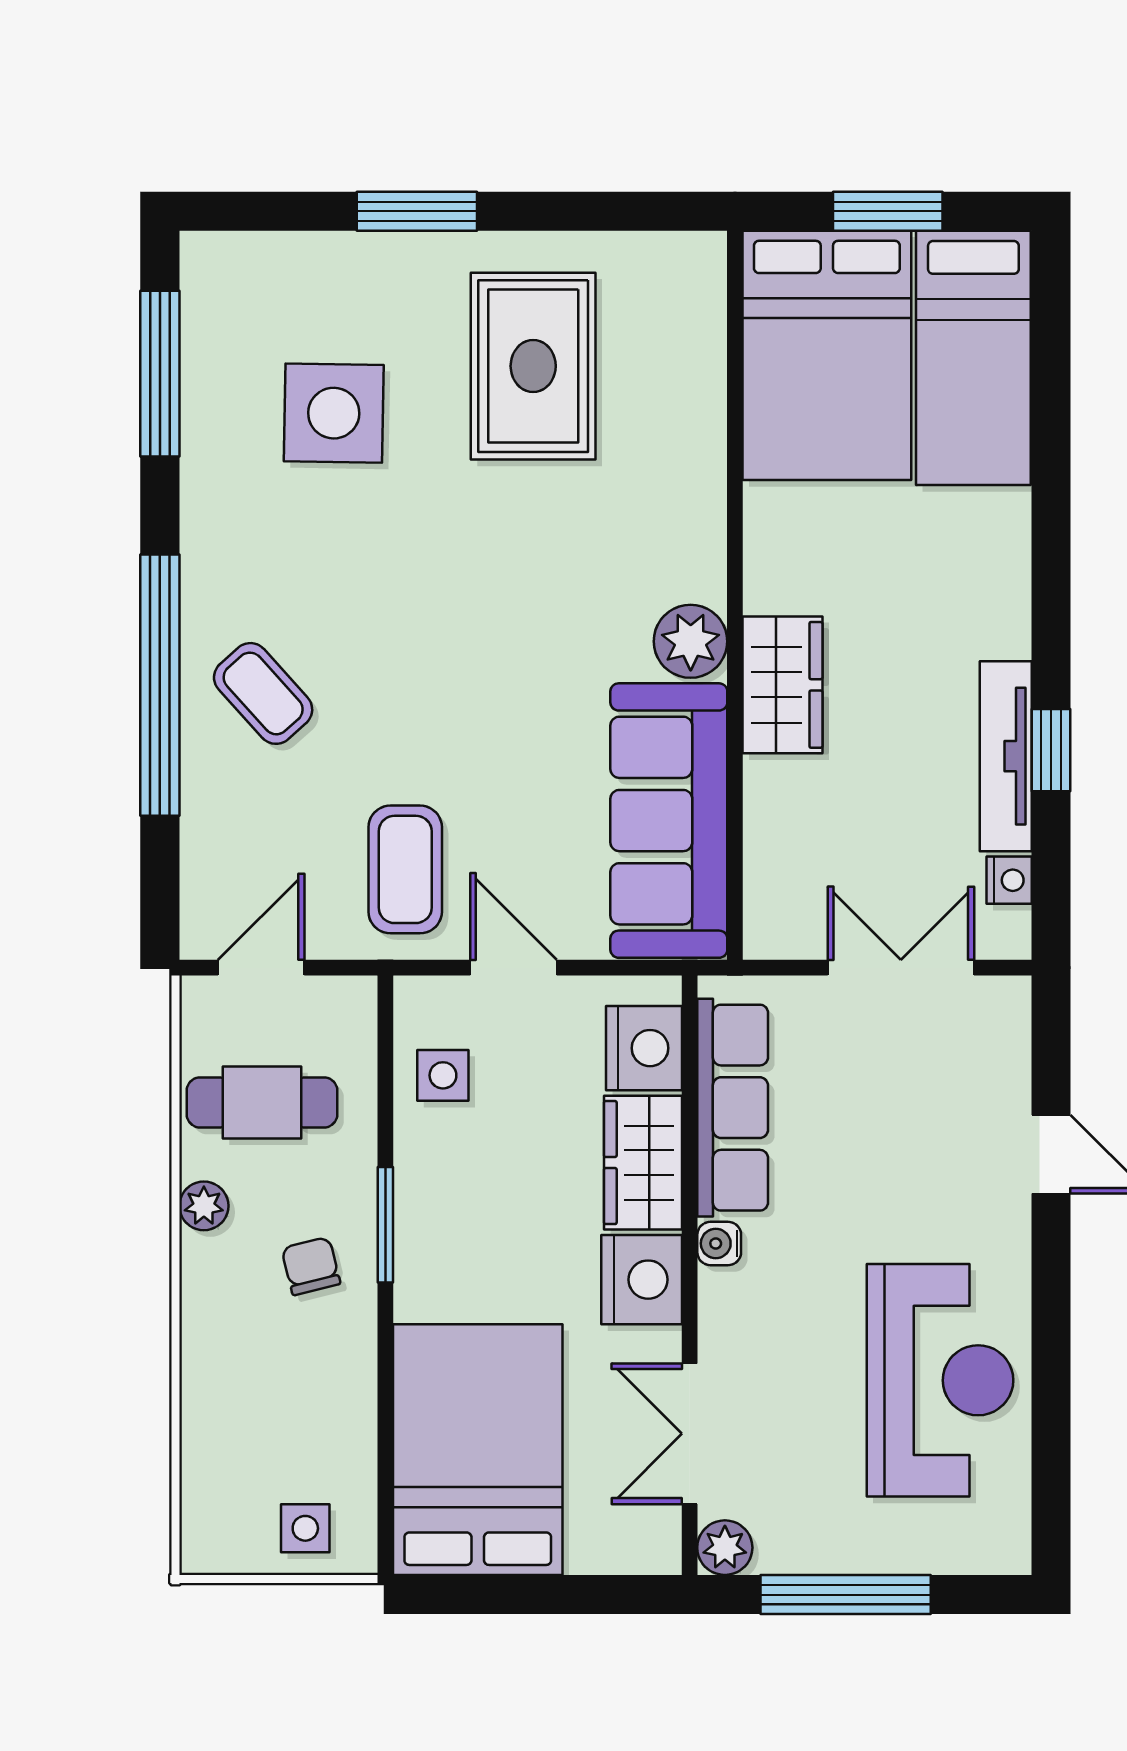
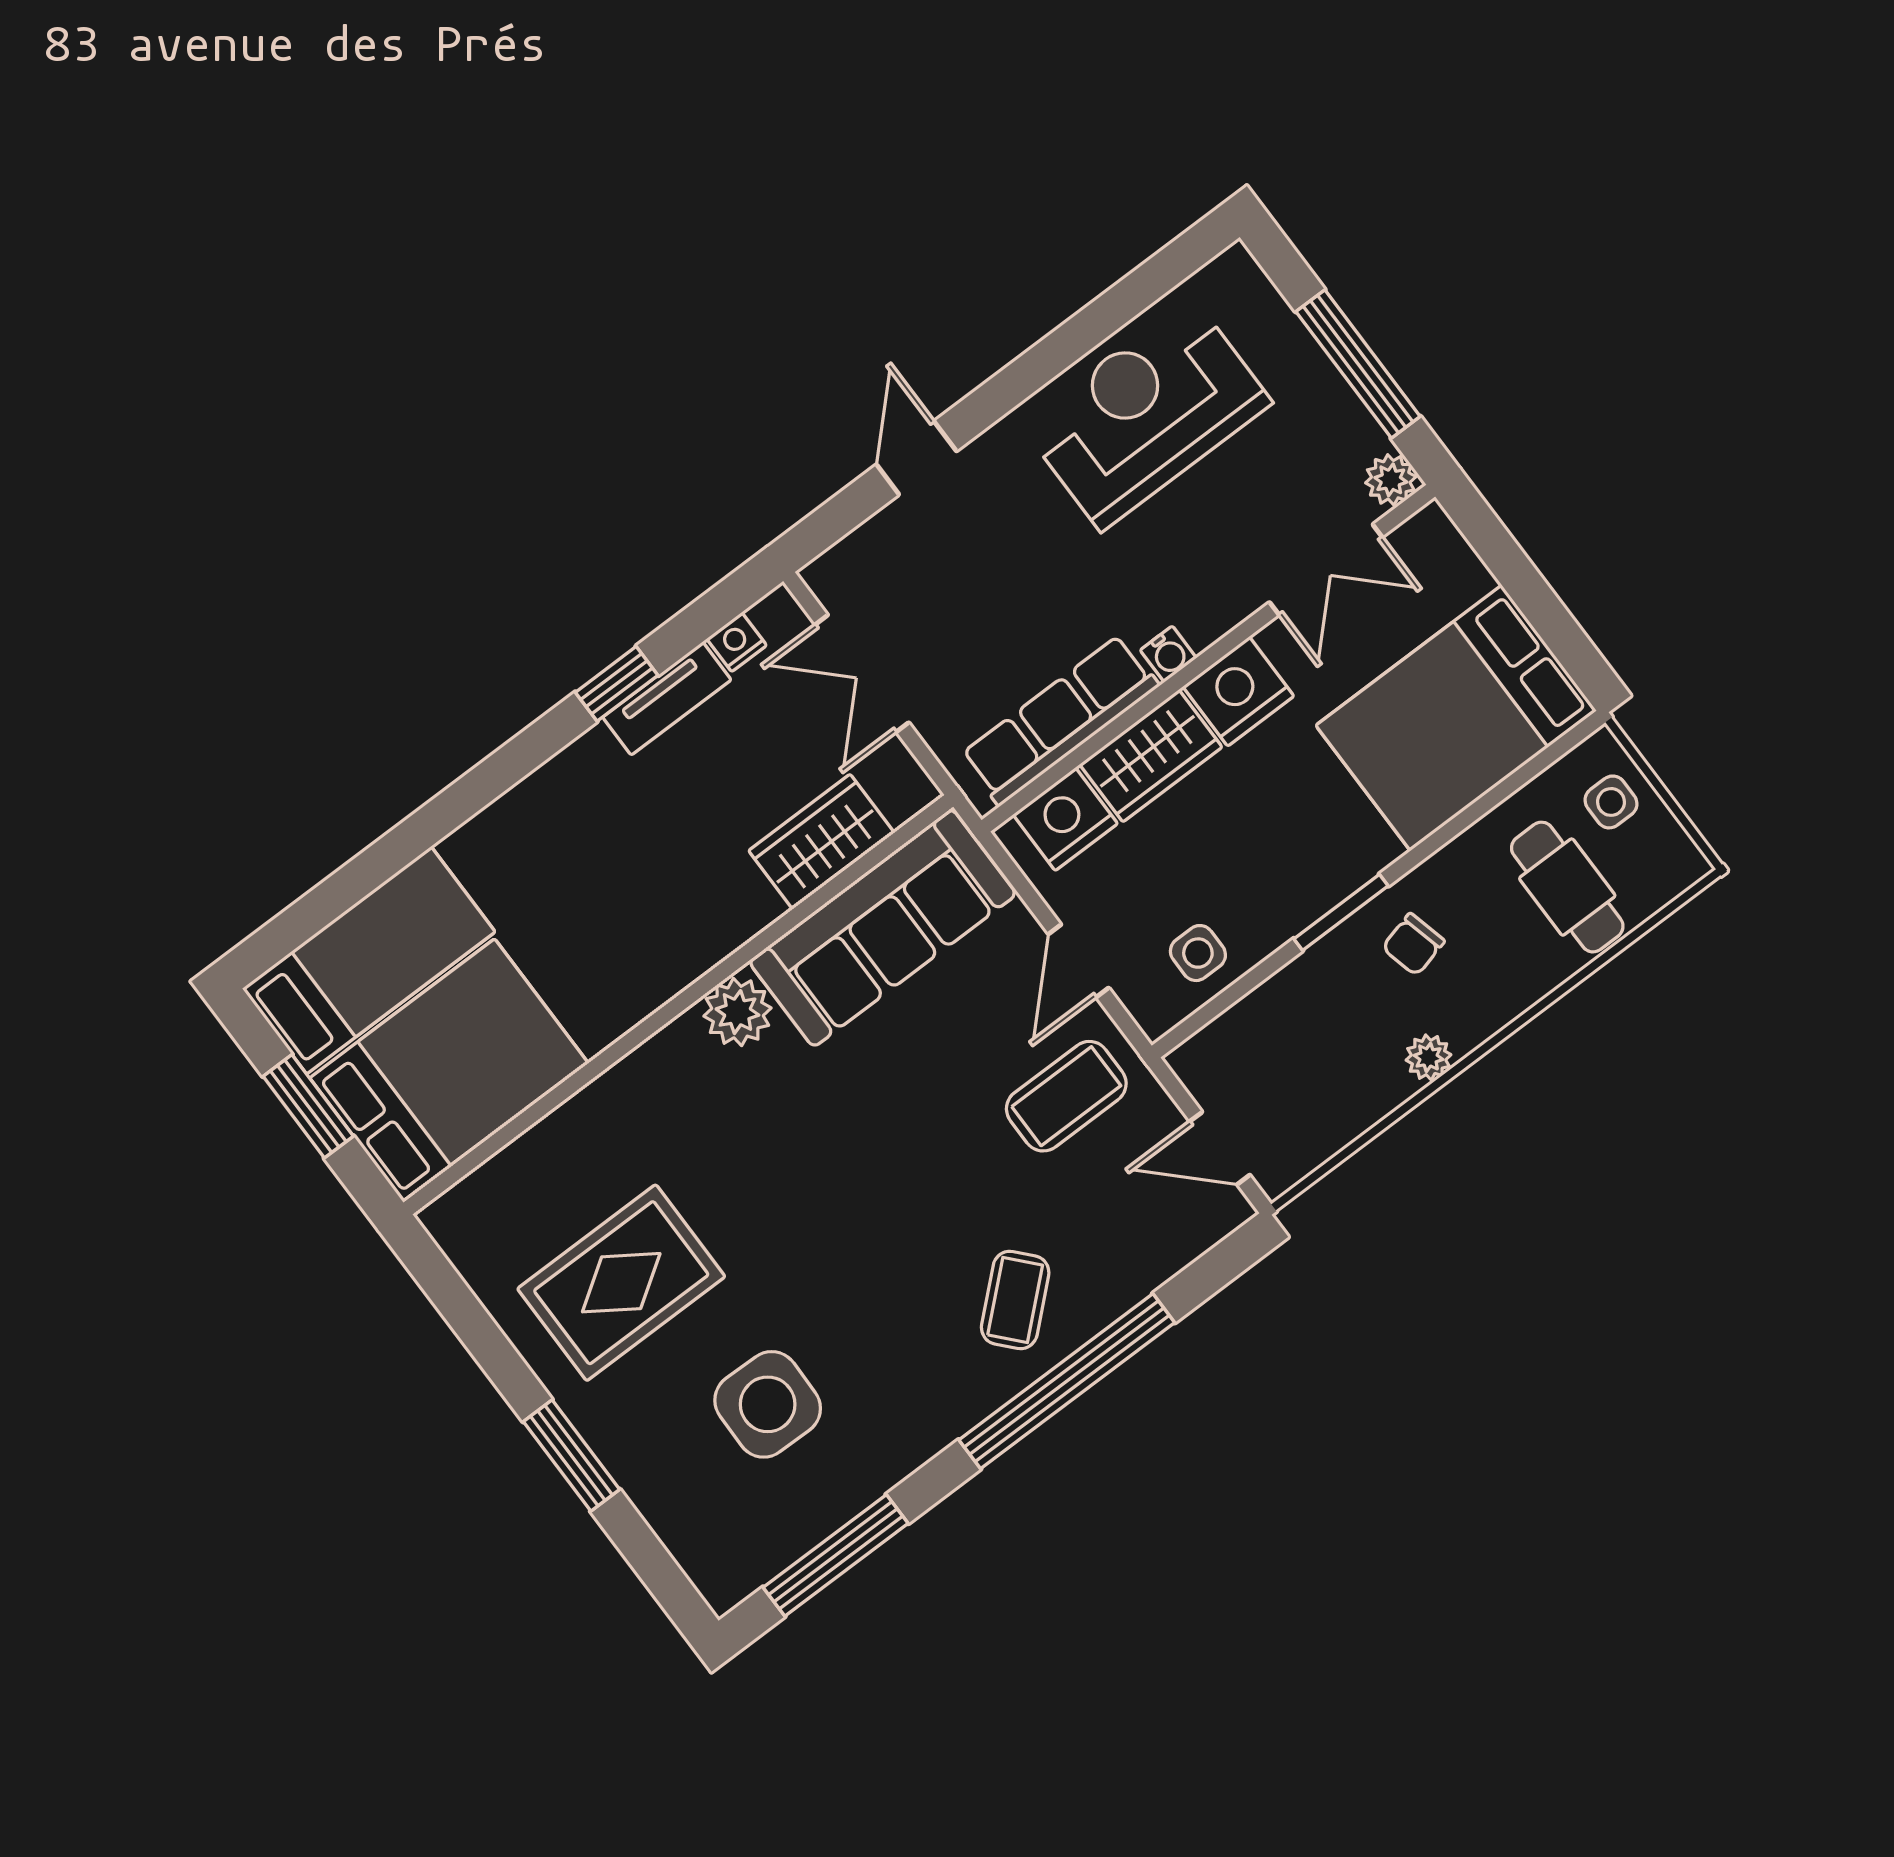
wardrobe: (783, 685) -> (821, 842), moved
tv unit: (1006, 756) -> (667, 698), width x0.71
cafe table: (262, 1102) -> (1567, 887), moved

